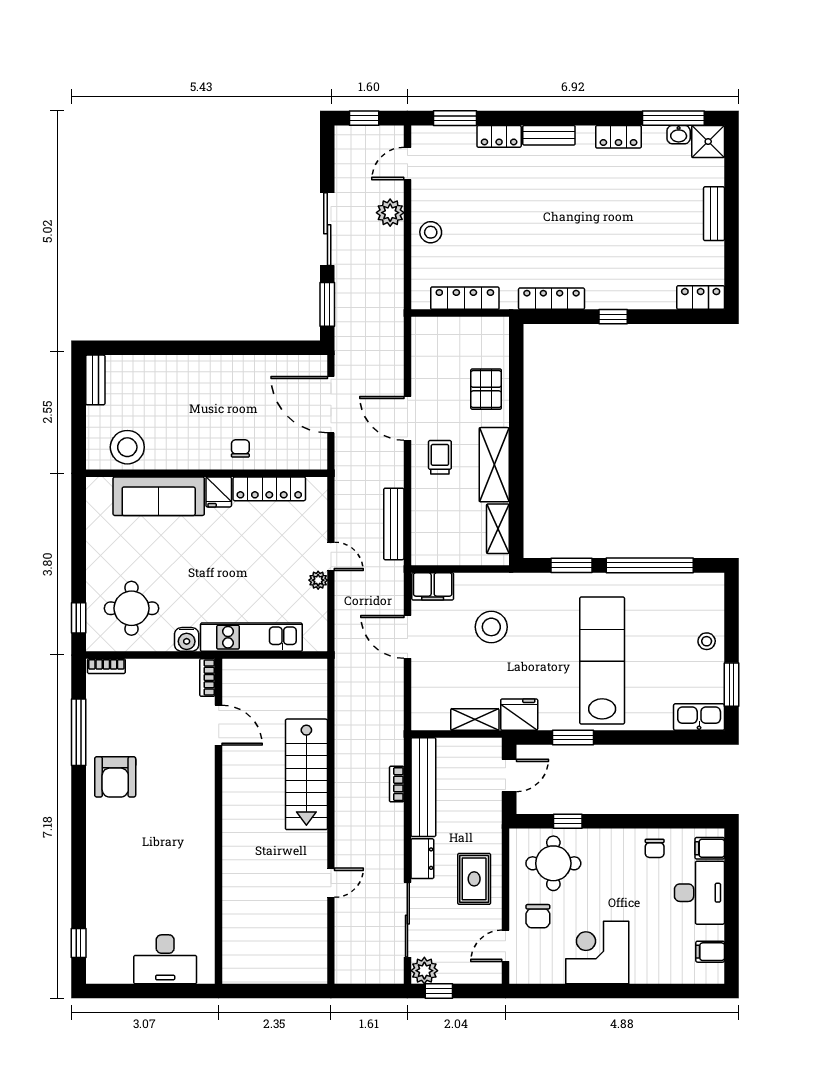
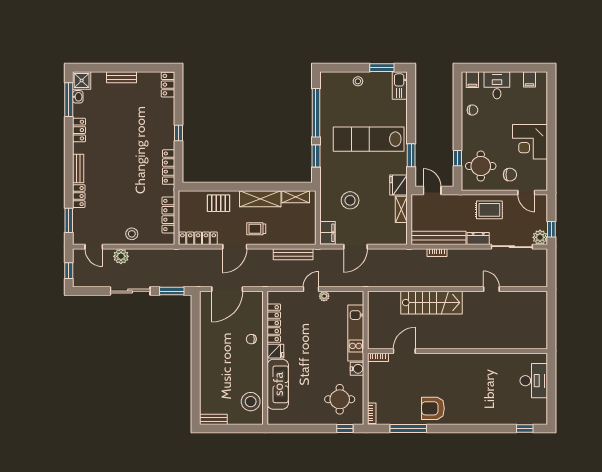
locker: (423, 352) -> (198, 238), added
armchair: (115, 777) -> (433, 408), turned 180
desk: (699, 893) -> (497, 85), width x0.73

